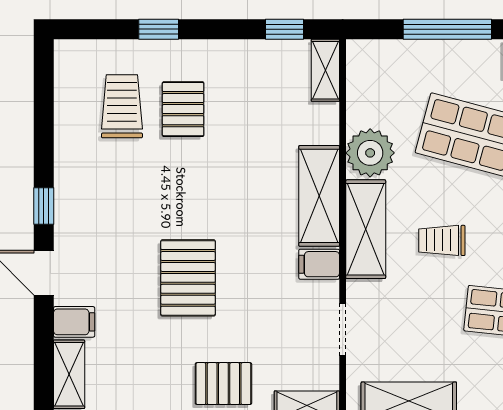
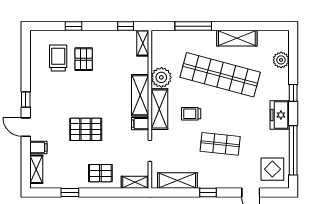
pallet: (188, 278) -> (86, 129), turned 90

